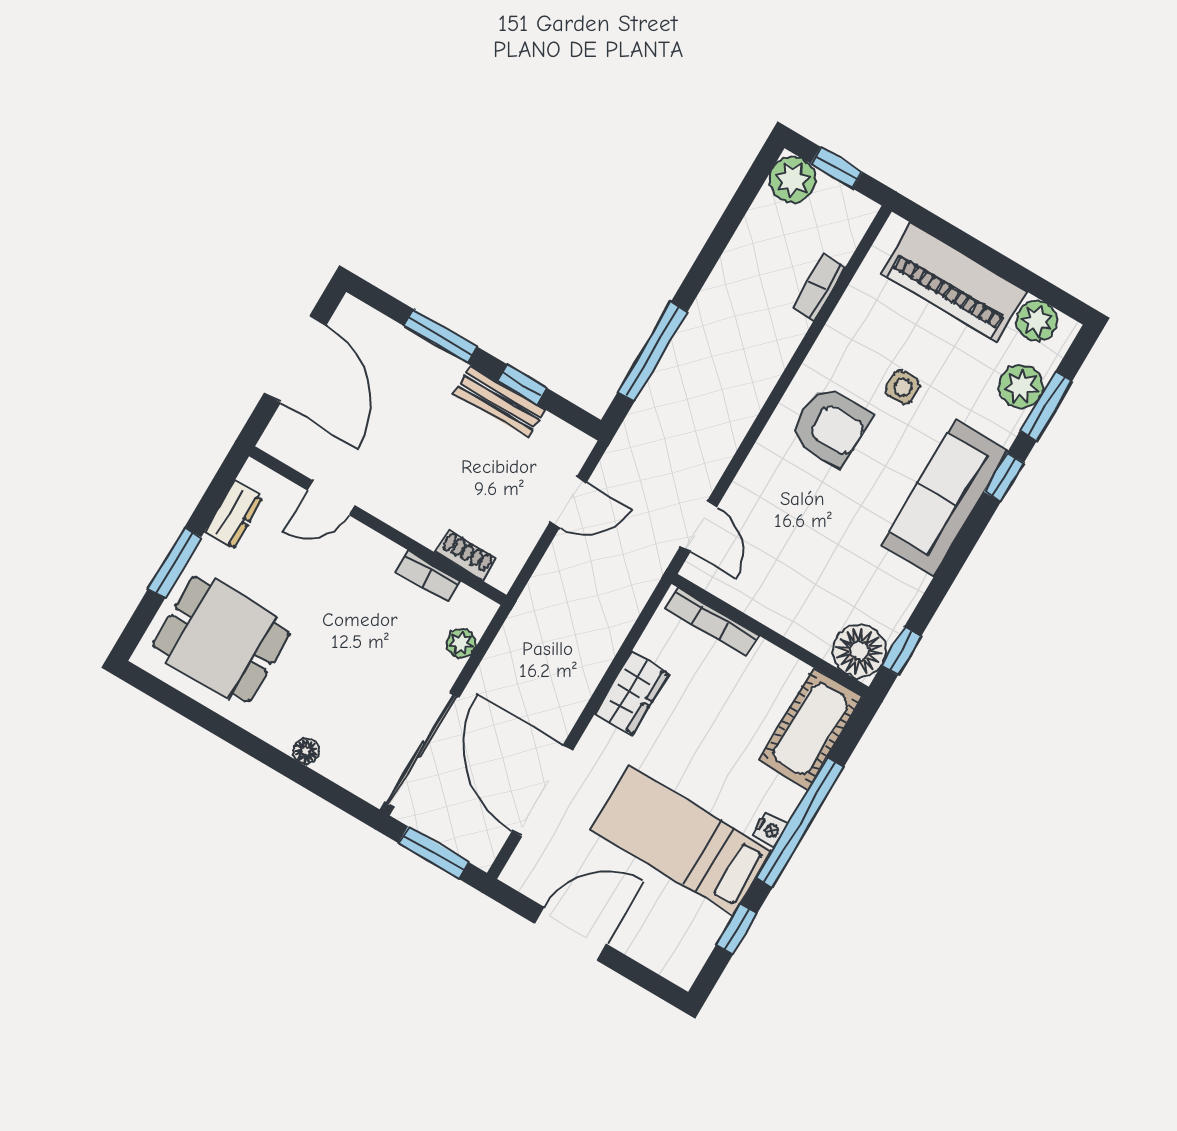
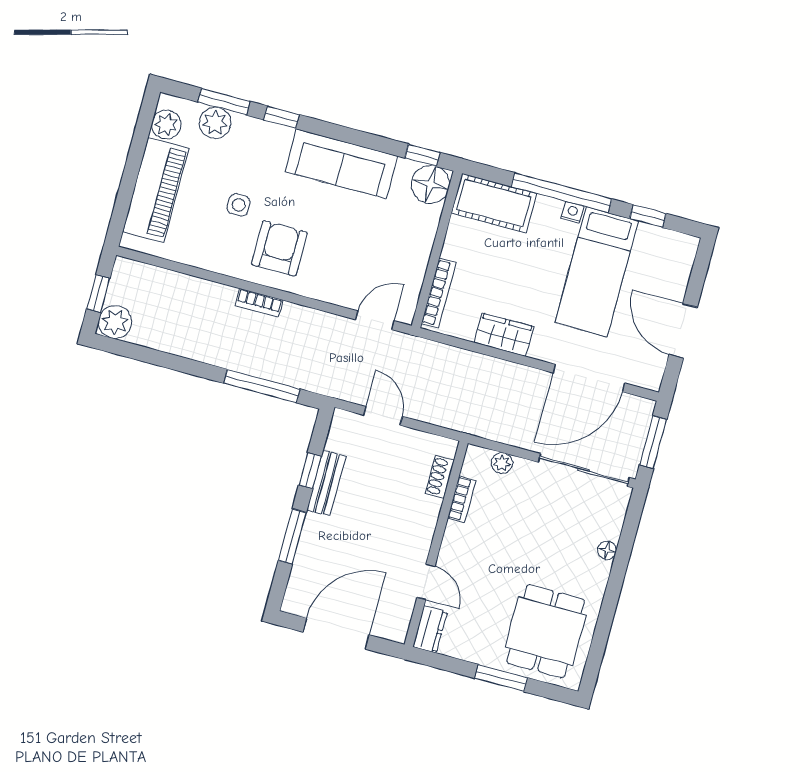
bookcase: (819, 287) -> (259, 303), moved
sofa: (944, 498) -> (342, 164), moved
dresser: (234, 515) -> (430, 629), moved, turned 90

